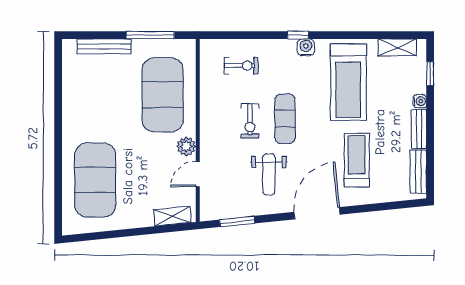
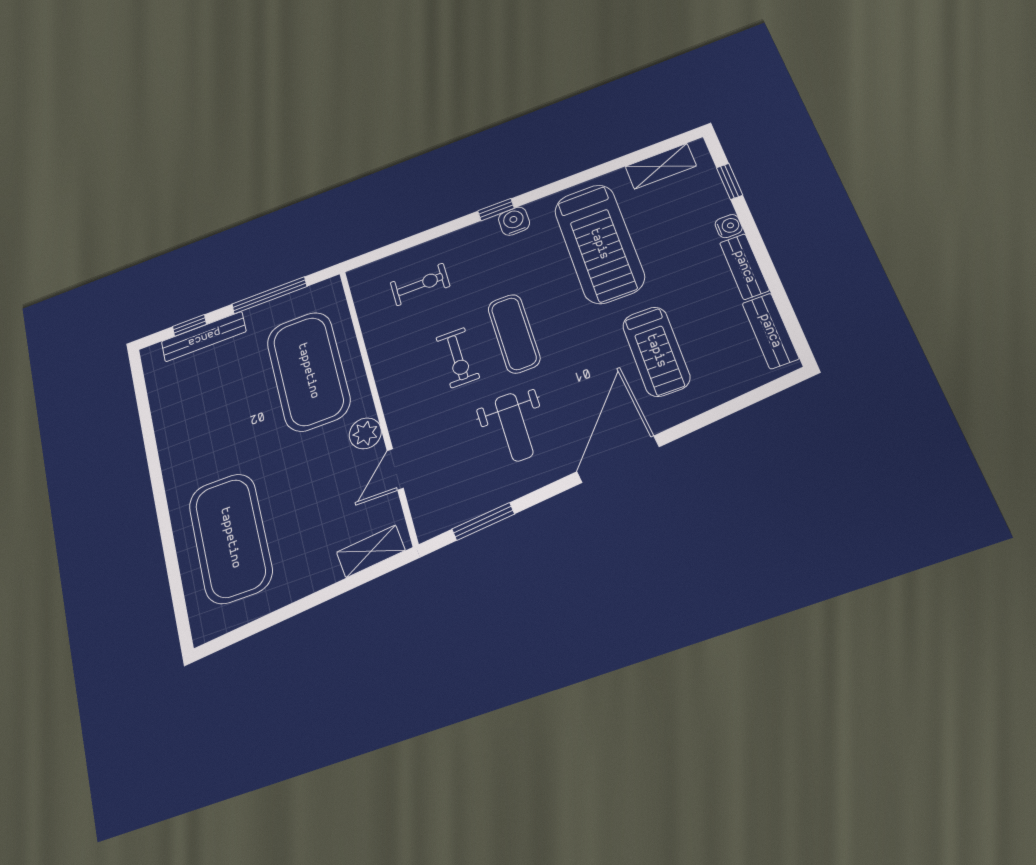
window: (97, 35) -> (189, 325), added
treadmill: (357, 160) -> (656, 351), turned 180

